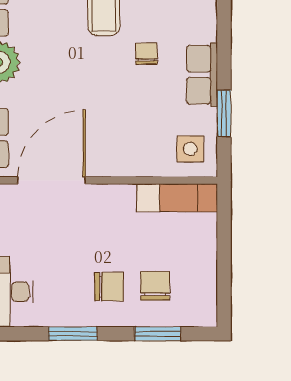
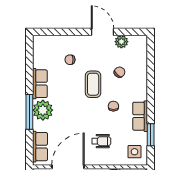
wheelchair: (121, 127) -> (101, 141), added

